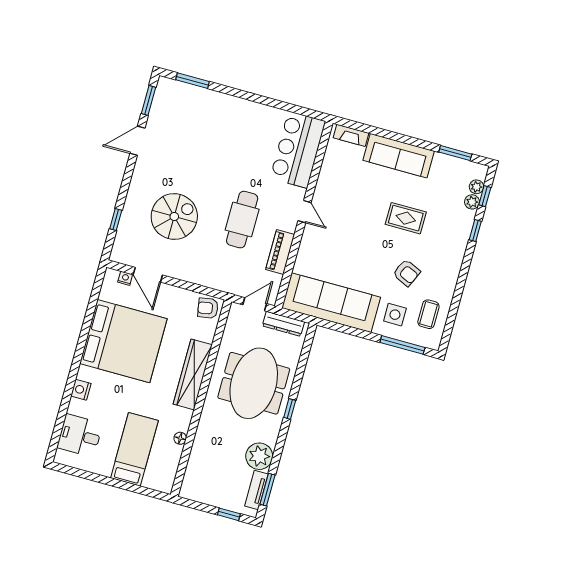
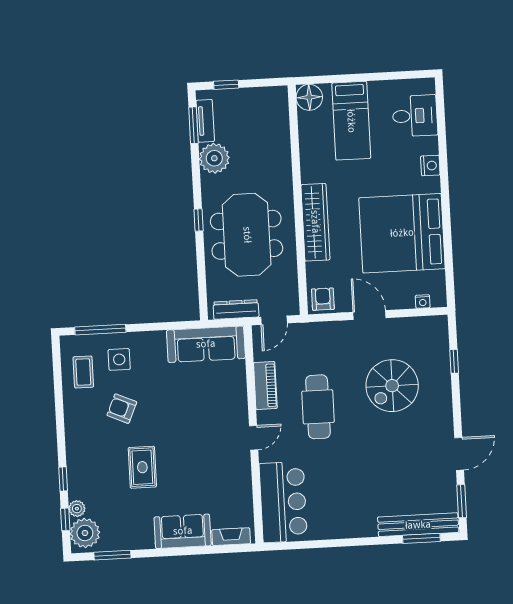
bench: (191, 93) -> (418, 525), added
sofa: (399, 156) -> (183, 531), width x0.73
plant: (476, 187) -> (85, 533), width x1.87, depth x1.87
door: (305, 212) -> (254, 438), swing flipped
rug: (406, 218) -> (142, 467), turned 90
door: (148, 275) -> (369, 315), moved
sofa: (331, 303) -> (206, 344), width x0.74, depth x0.79
armchair: (208, 308) -> (323, 299), turned -80
floor lamp: (180, 438) -> (309, 97), moved, width x1.89, depth x1.89

